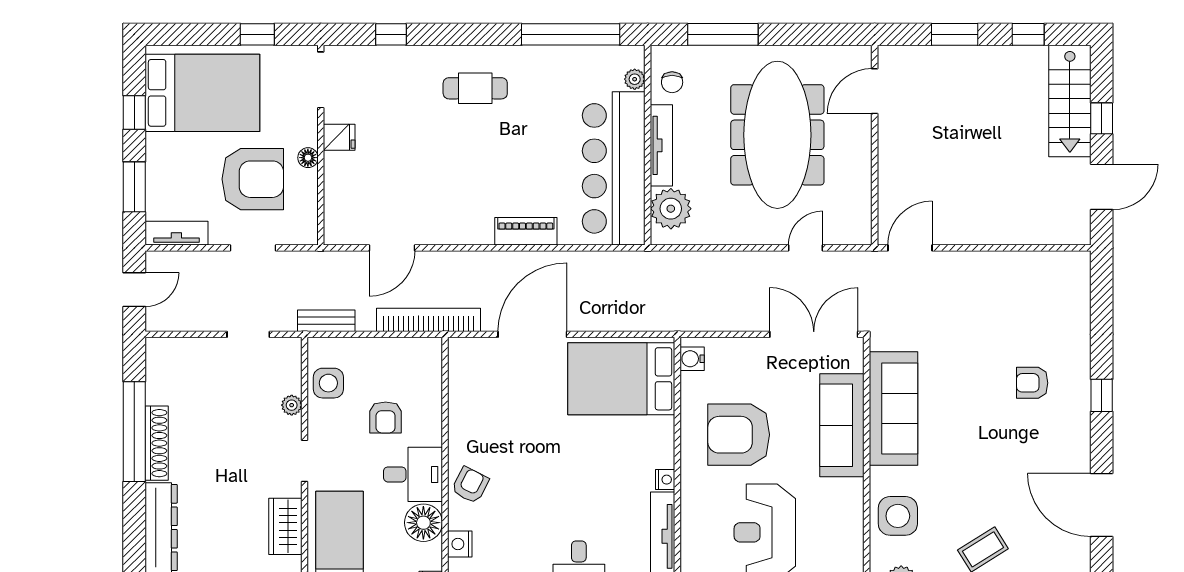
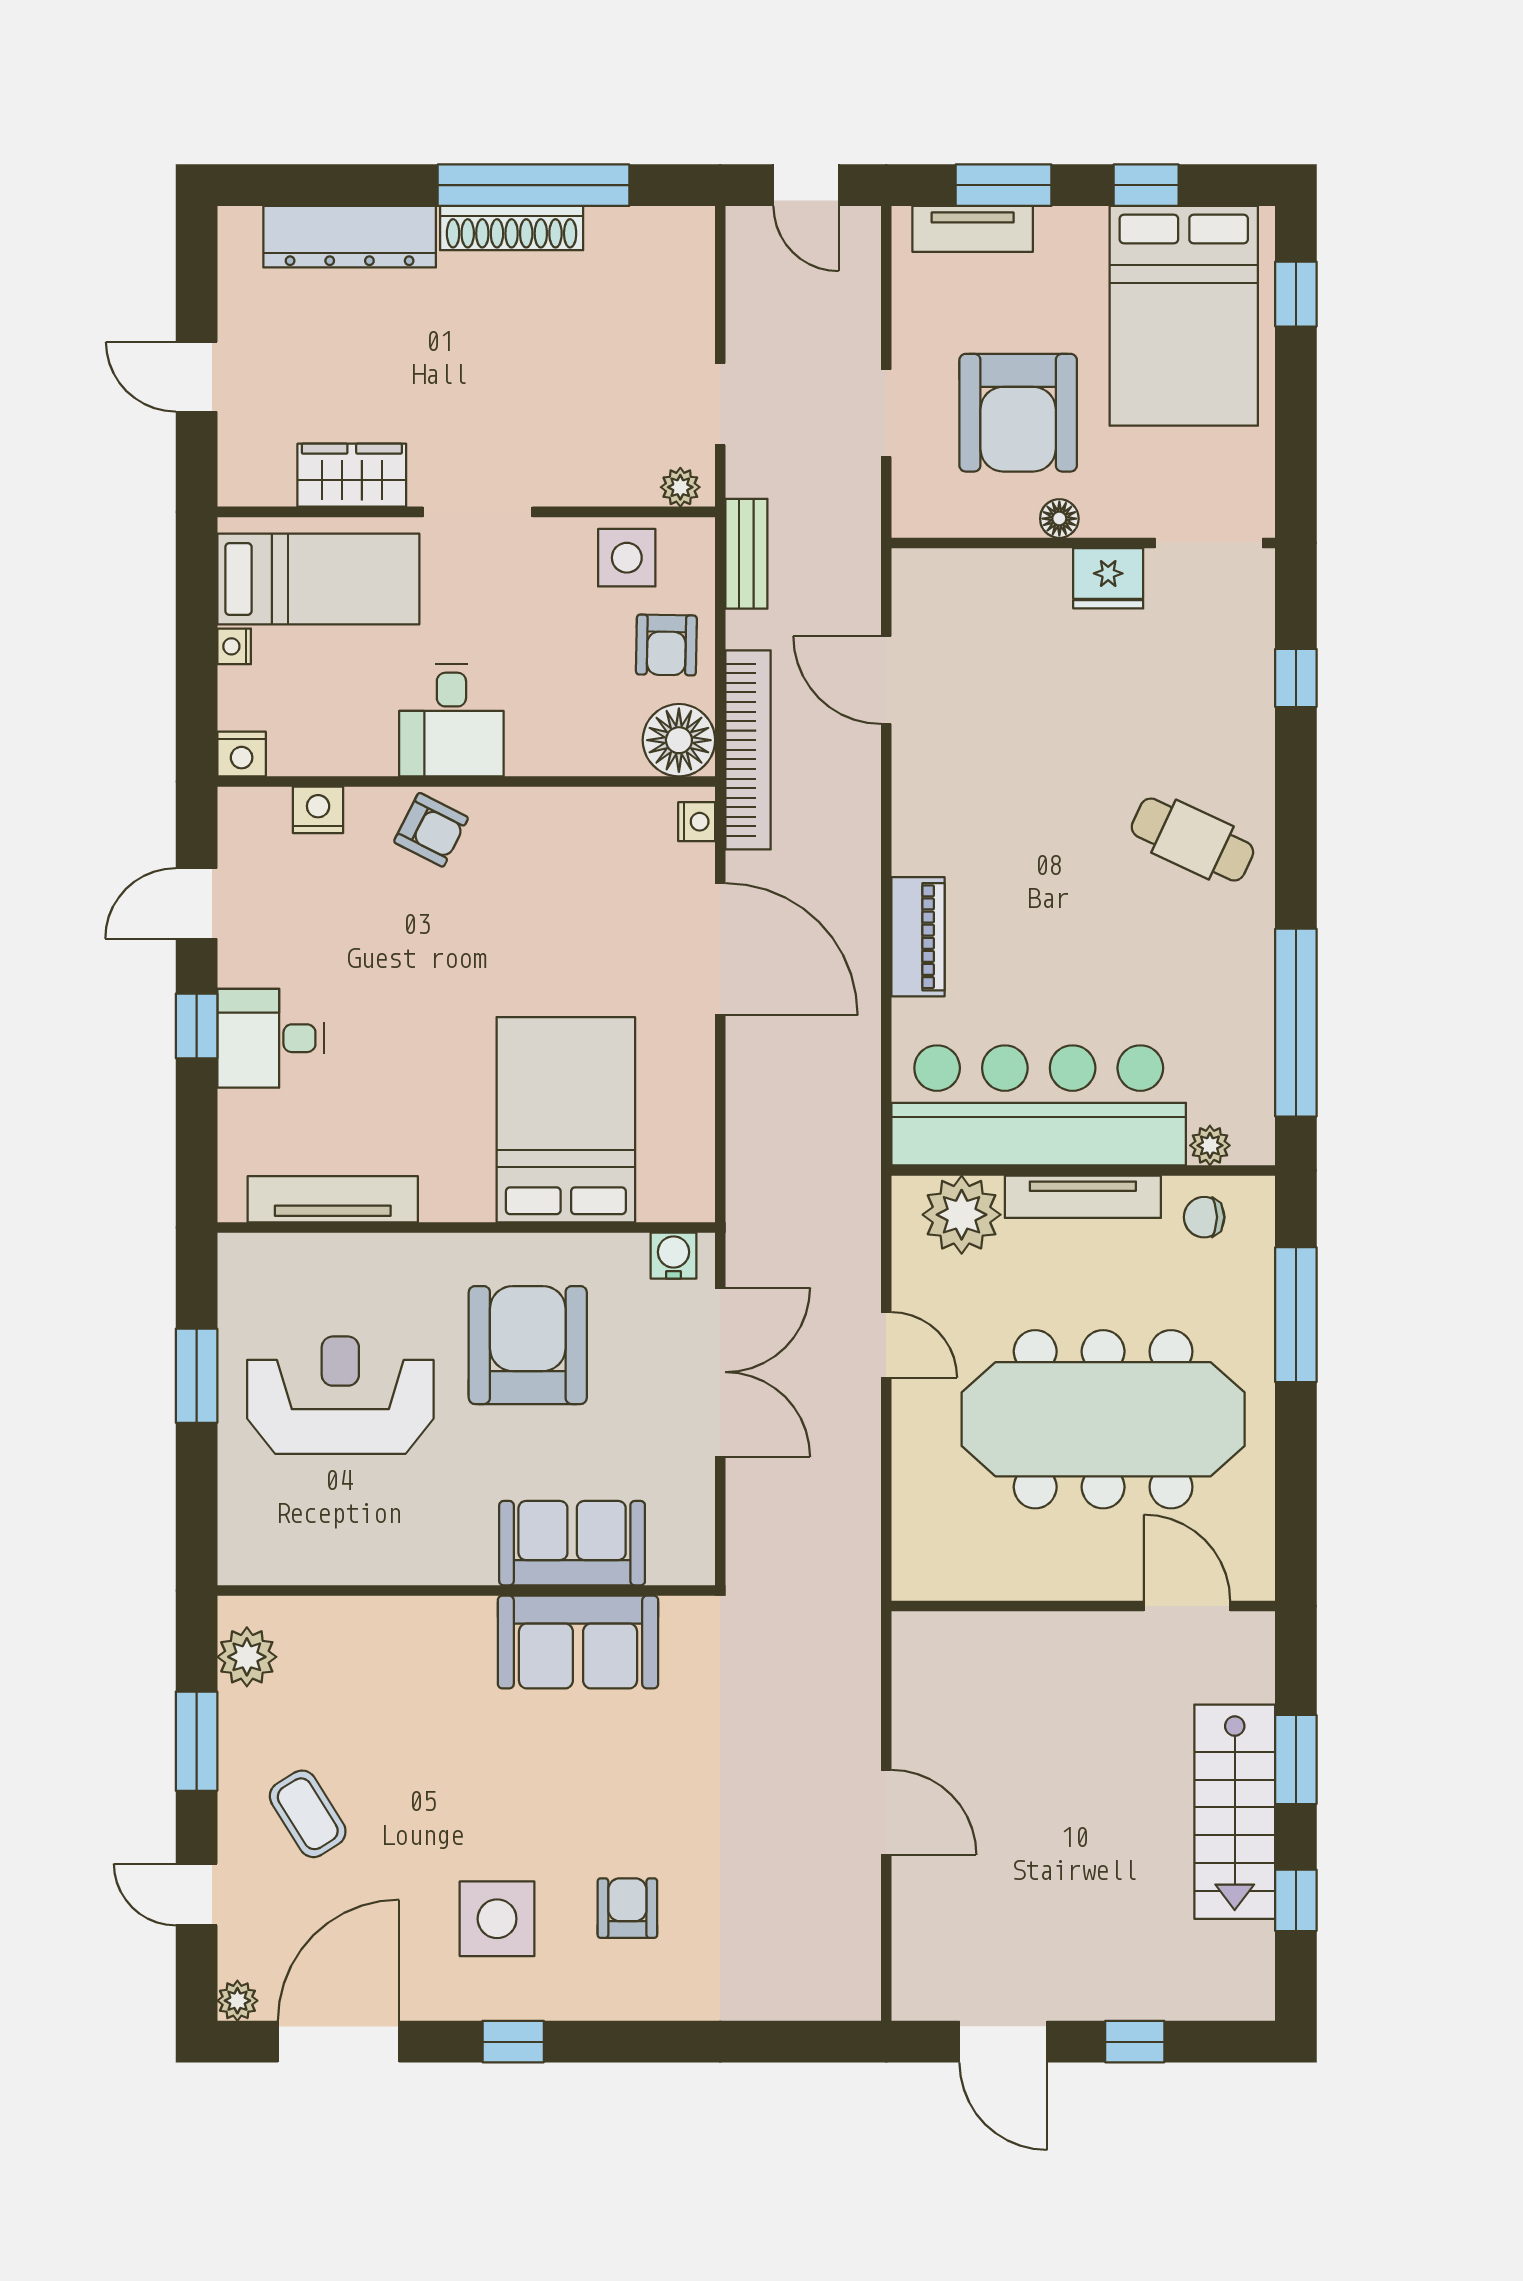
window: (257, 34) -> (1296, 294), moved
cafe table: (475, 88) -> (1192, 840), turned -65
stairs: (1070, 101) -> (1235, 1812), moved, turned -90
fridge: (339, 137) -> (1108, 578), width x1.38
tv unit: (176, 233) -> (973, 229), moved, turned 90
door: (805, 248) -> (886, 1345), moved
door: (910, 248) -> (886, 1812), moved
double door: (814, 334) -> (720, 1372), moved
bed: (621, 379) -> (566, 1120), moved
window: (1102, 395) -> (513, 2042), moved
plant: (292, 405) -> (680, 487), moved
sofa: (893, 409) -> (578, 1642), width x0.73
armchair: (386, 417) -> (666, 645), moved, turned -89
sofa: (842, 425) -> (572, 1543), width x0.73
doorway: (304, 461) -> (478, 512), width x1.38
nightstand: (665, 480) -> (697, 822), moved, turned -90
door: (1102, 505) -> (339, 2042), moved
side table: (898, 516) -> (497, 1919), moved
floor lamp: (423, 523) -> (679, 740), moved

